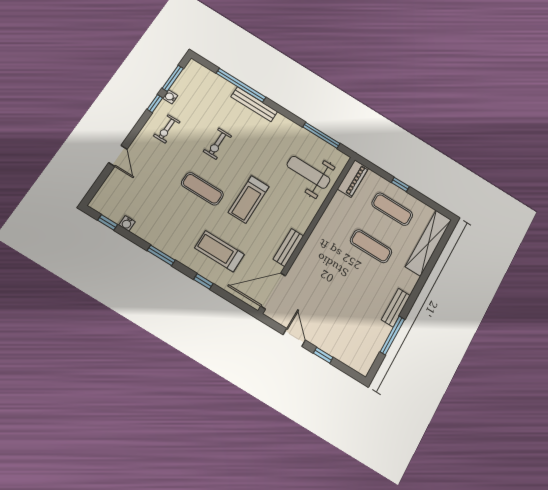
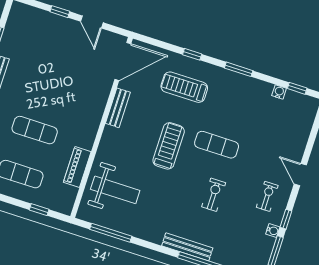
door: (118, 156) -> (300, 175), moved
piano: (353, 179) -> (77, 167), moved
window: (400, 185) -> (39, 210), moved
treadmill: (219, 251) -> (184, 87), turned 180

